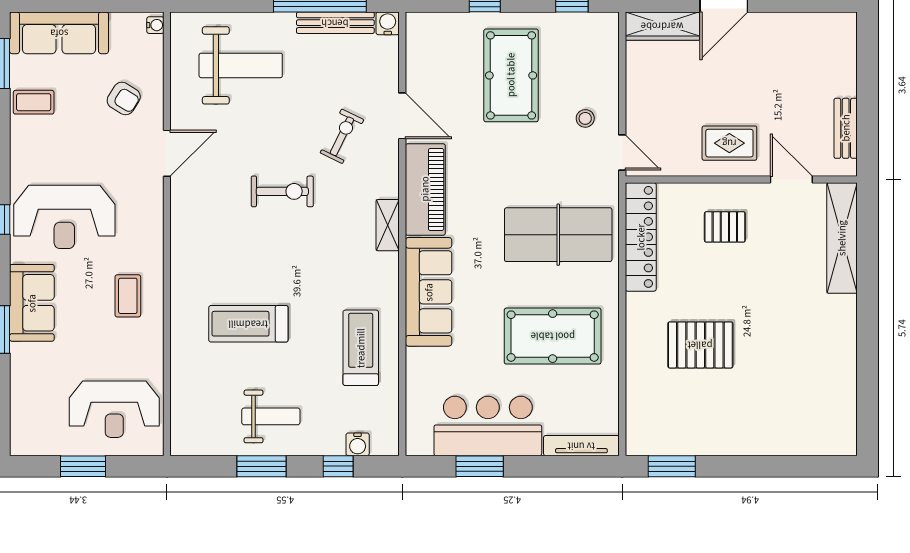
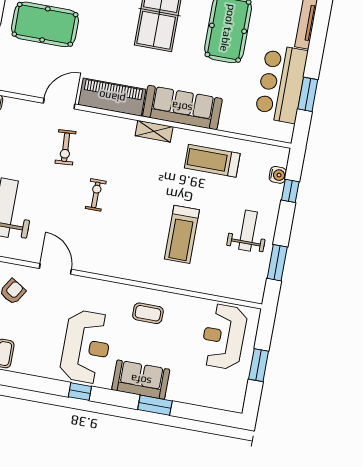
exercise bike: (342, 136) -> (66, 147), turned -120
exercise bike: (282, 191) -> (96, 195), width x0.73, depth x0.72
shelving: (388, 225) -> (154, 131), moved
reception desk: (114, 409) -> (224, 337), turned 180
window: (261, 466) -> (277, 263), moved

